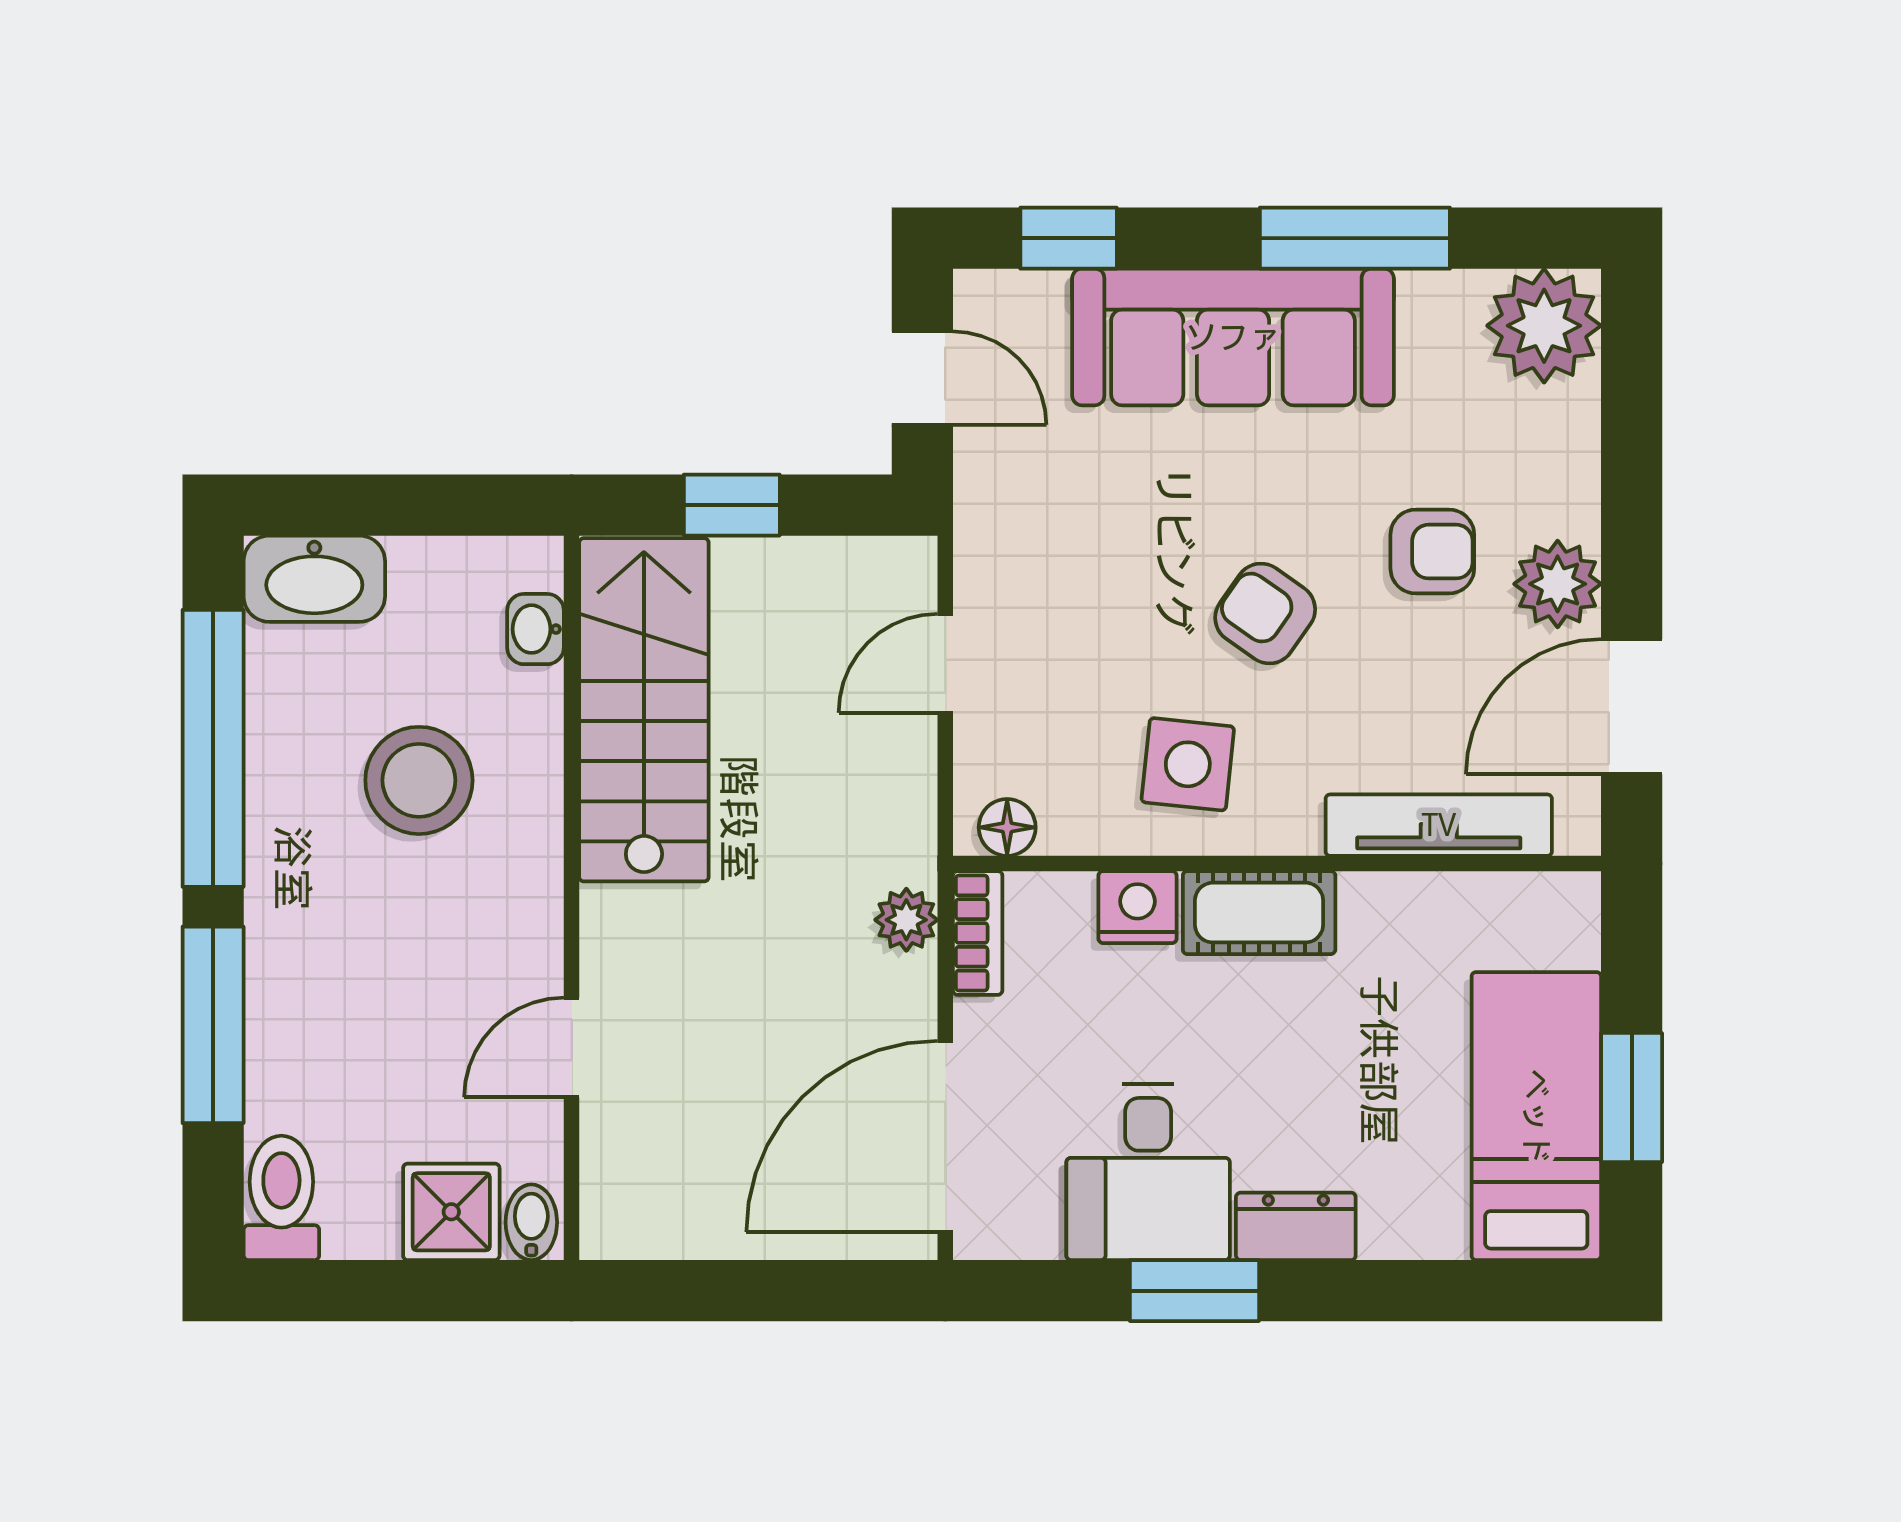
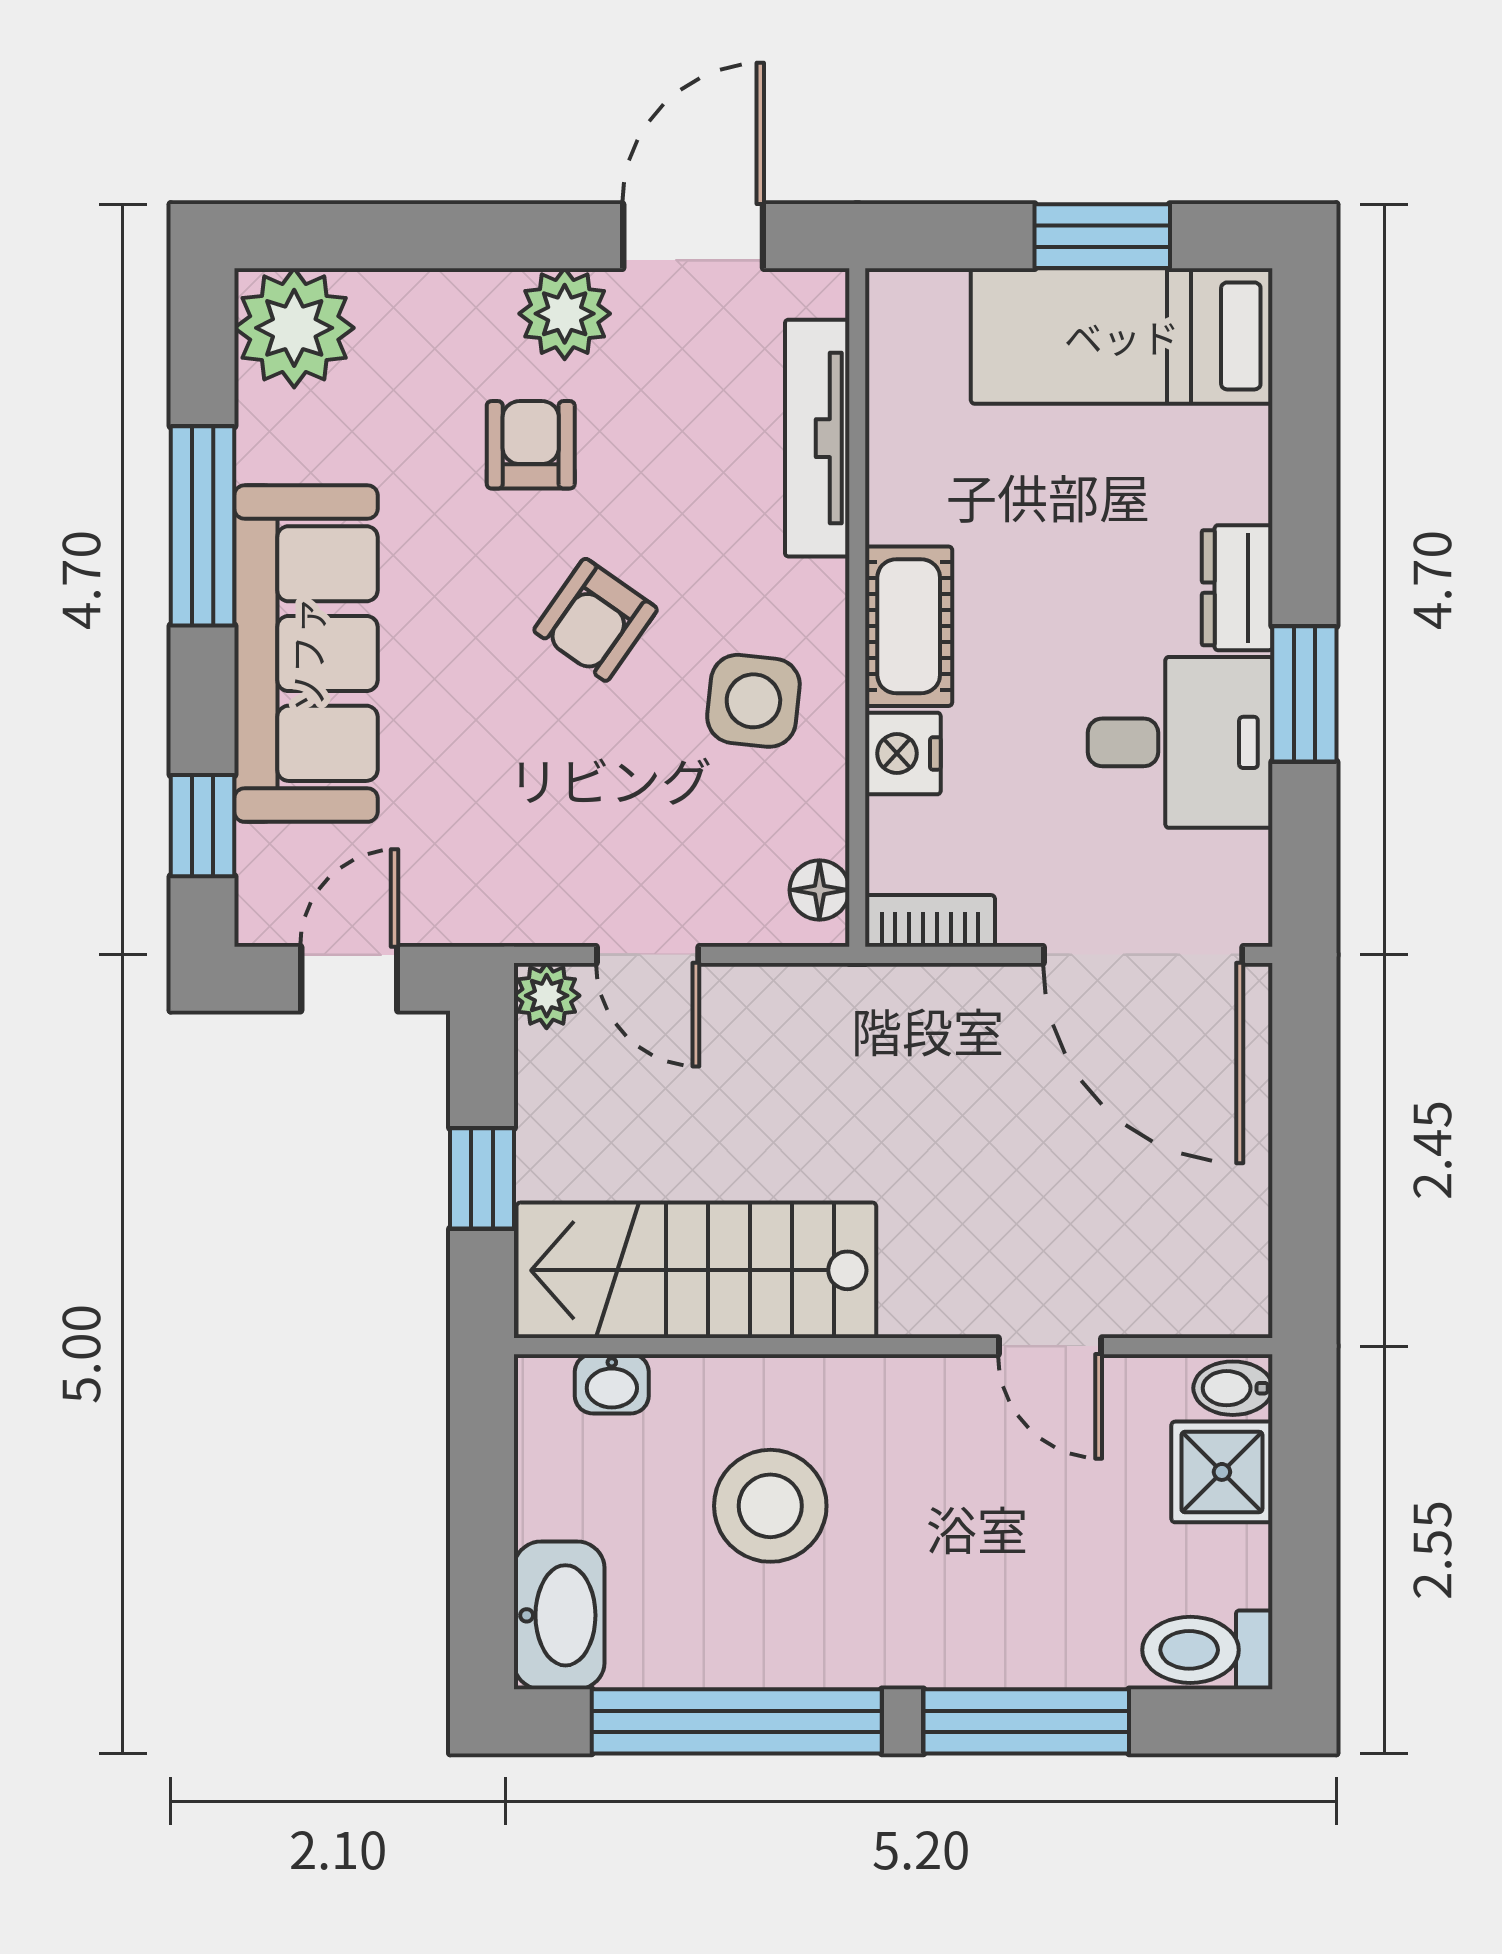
door: (1632, 707) -> (693, 236), swing flipped
plant: (906, 920) -> (547, 996), moved

